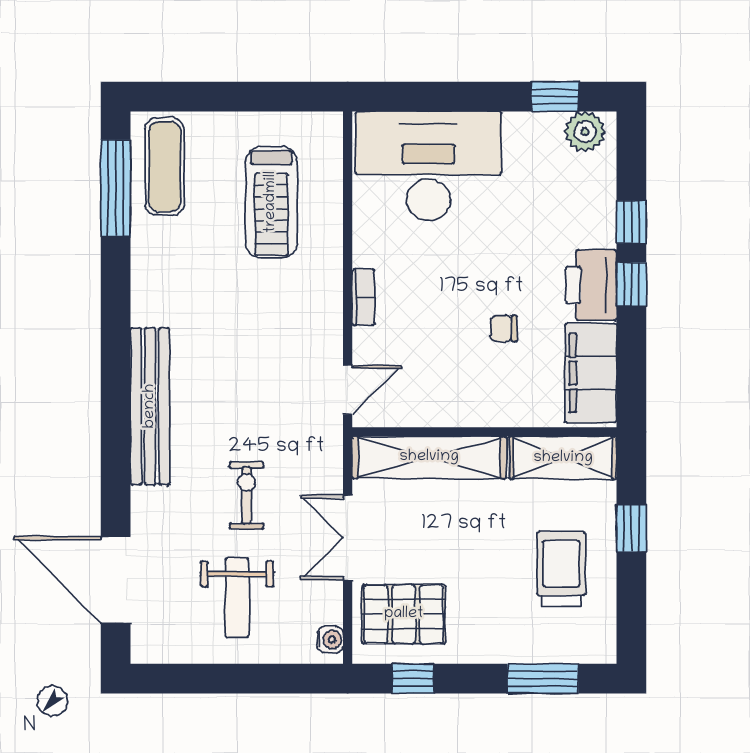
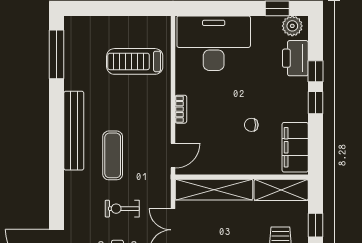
exercise mat: (165, 167) -> (113, 155), moved
treadmill: (271, 202) -> (135, 61), turned 90
printer: (591, 285) -> (295, 58), moved
bench: (150, 406) -> (74, 131), moved
exercise bike: (247, 495) -> (122, 209), turned -90

